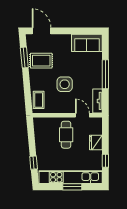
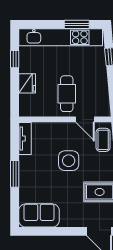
window: (105, 74) -> (15, 174), width x0.69
door: (82, 115) -> (85, 119), moved
window: (72, 187) -> (77, 24), moved

